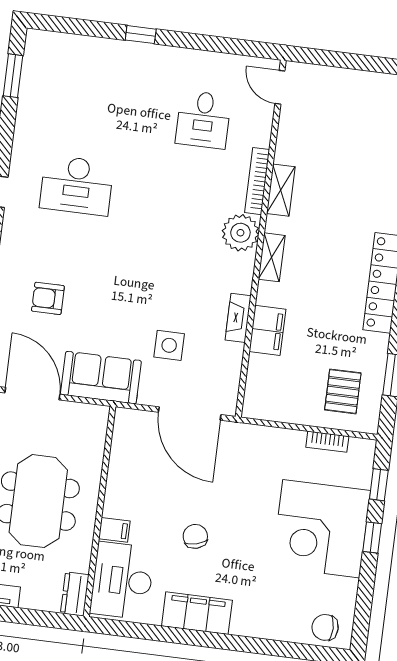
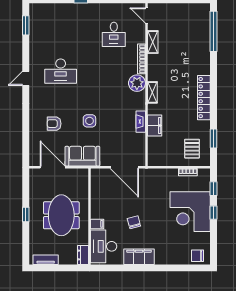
shelving: (281, 190) -> (153, 42), moved
side table: (169, 345) -> (89, 121), moved

